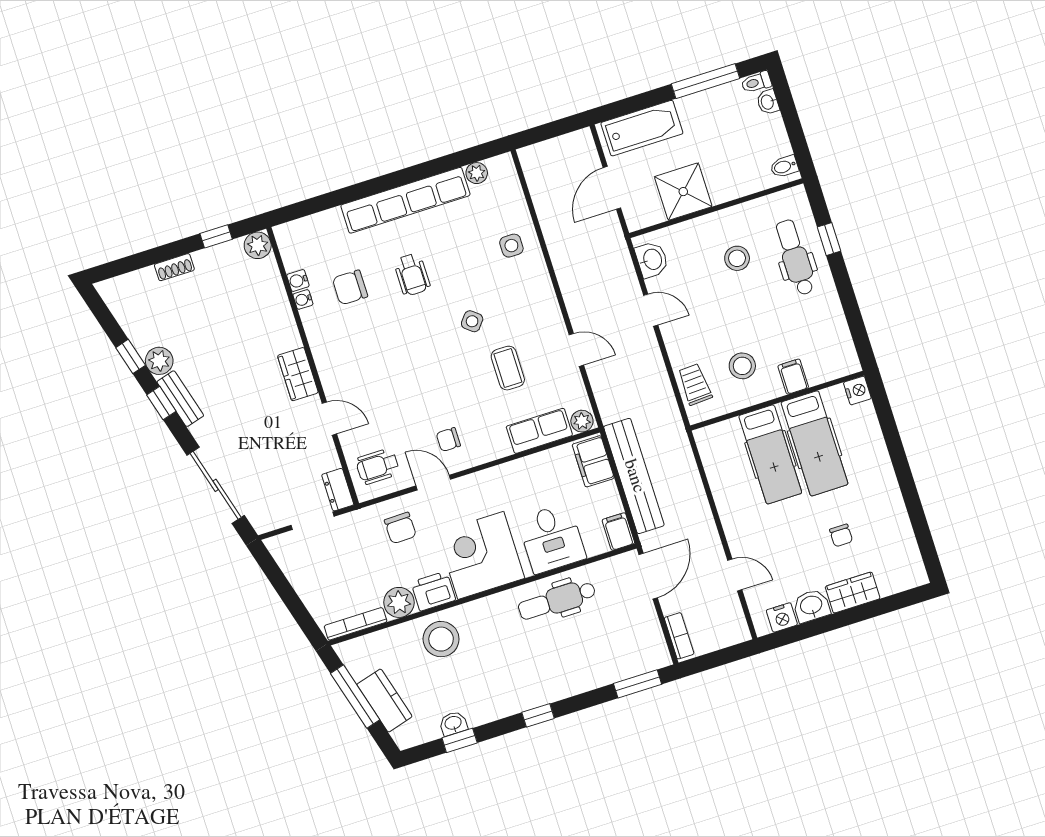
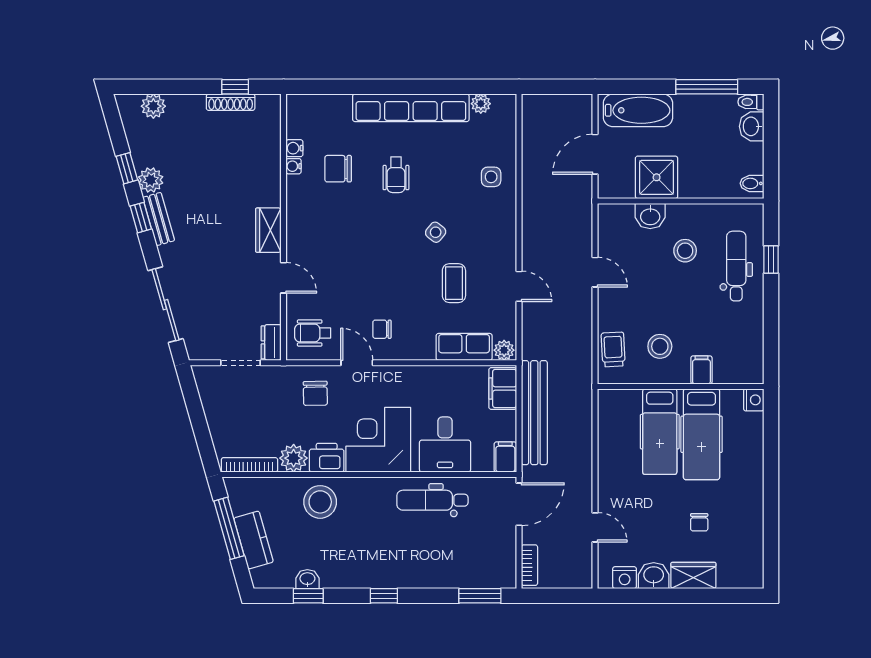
washbasin: (768, 102) -> (752, 126), width x1.38, depth x1.45
plant: (258, 245) -> (153, 106), moved
washbasin: (652, 260) -> (650, 216), moved, turned 90
shoe rack: (174, 267) -> (231, 102), moved, width x1.43

